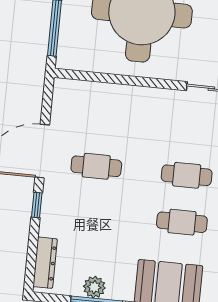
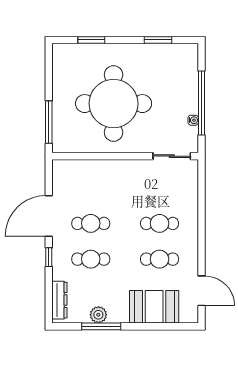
cafe table: (92, 213) -> (91, 259), added

